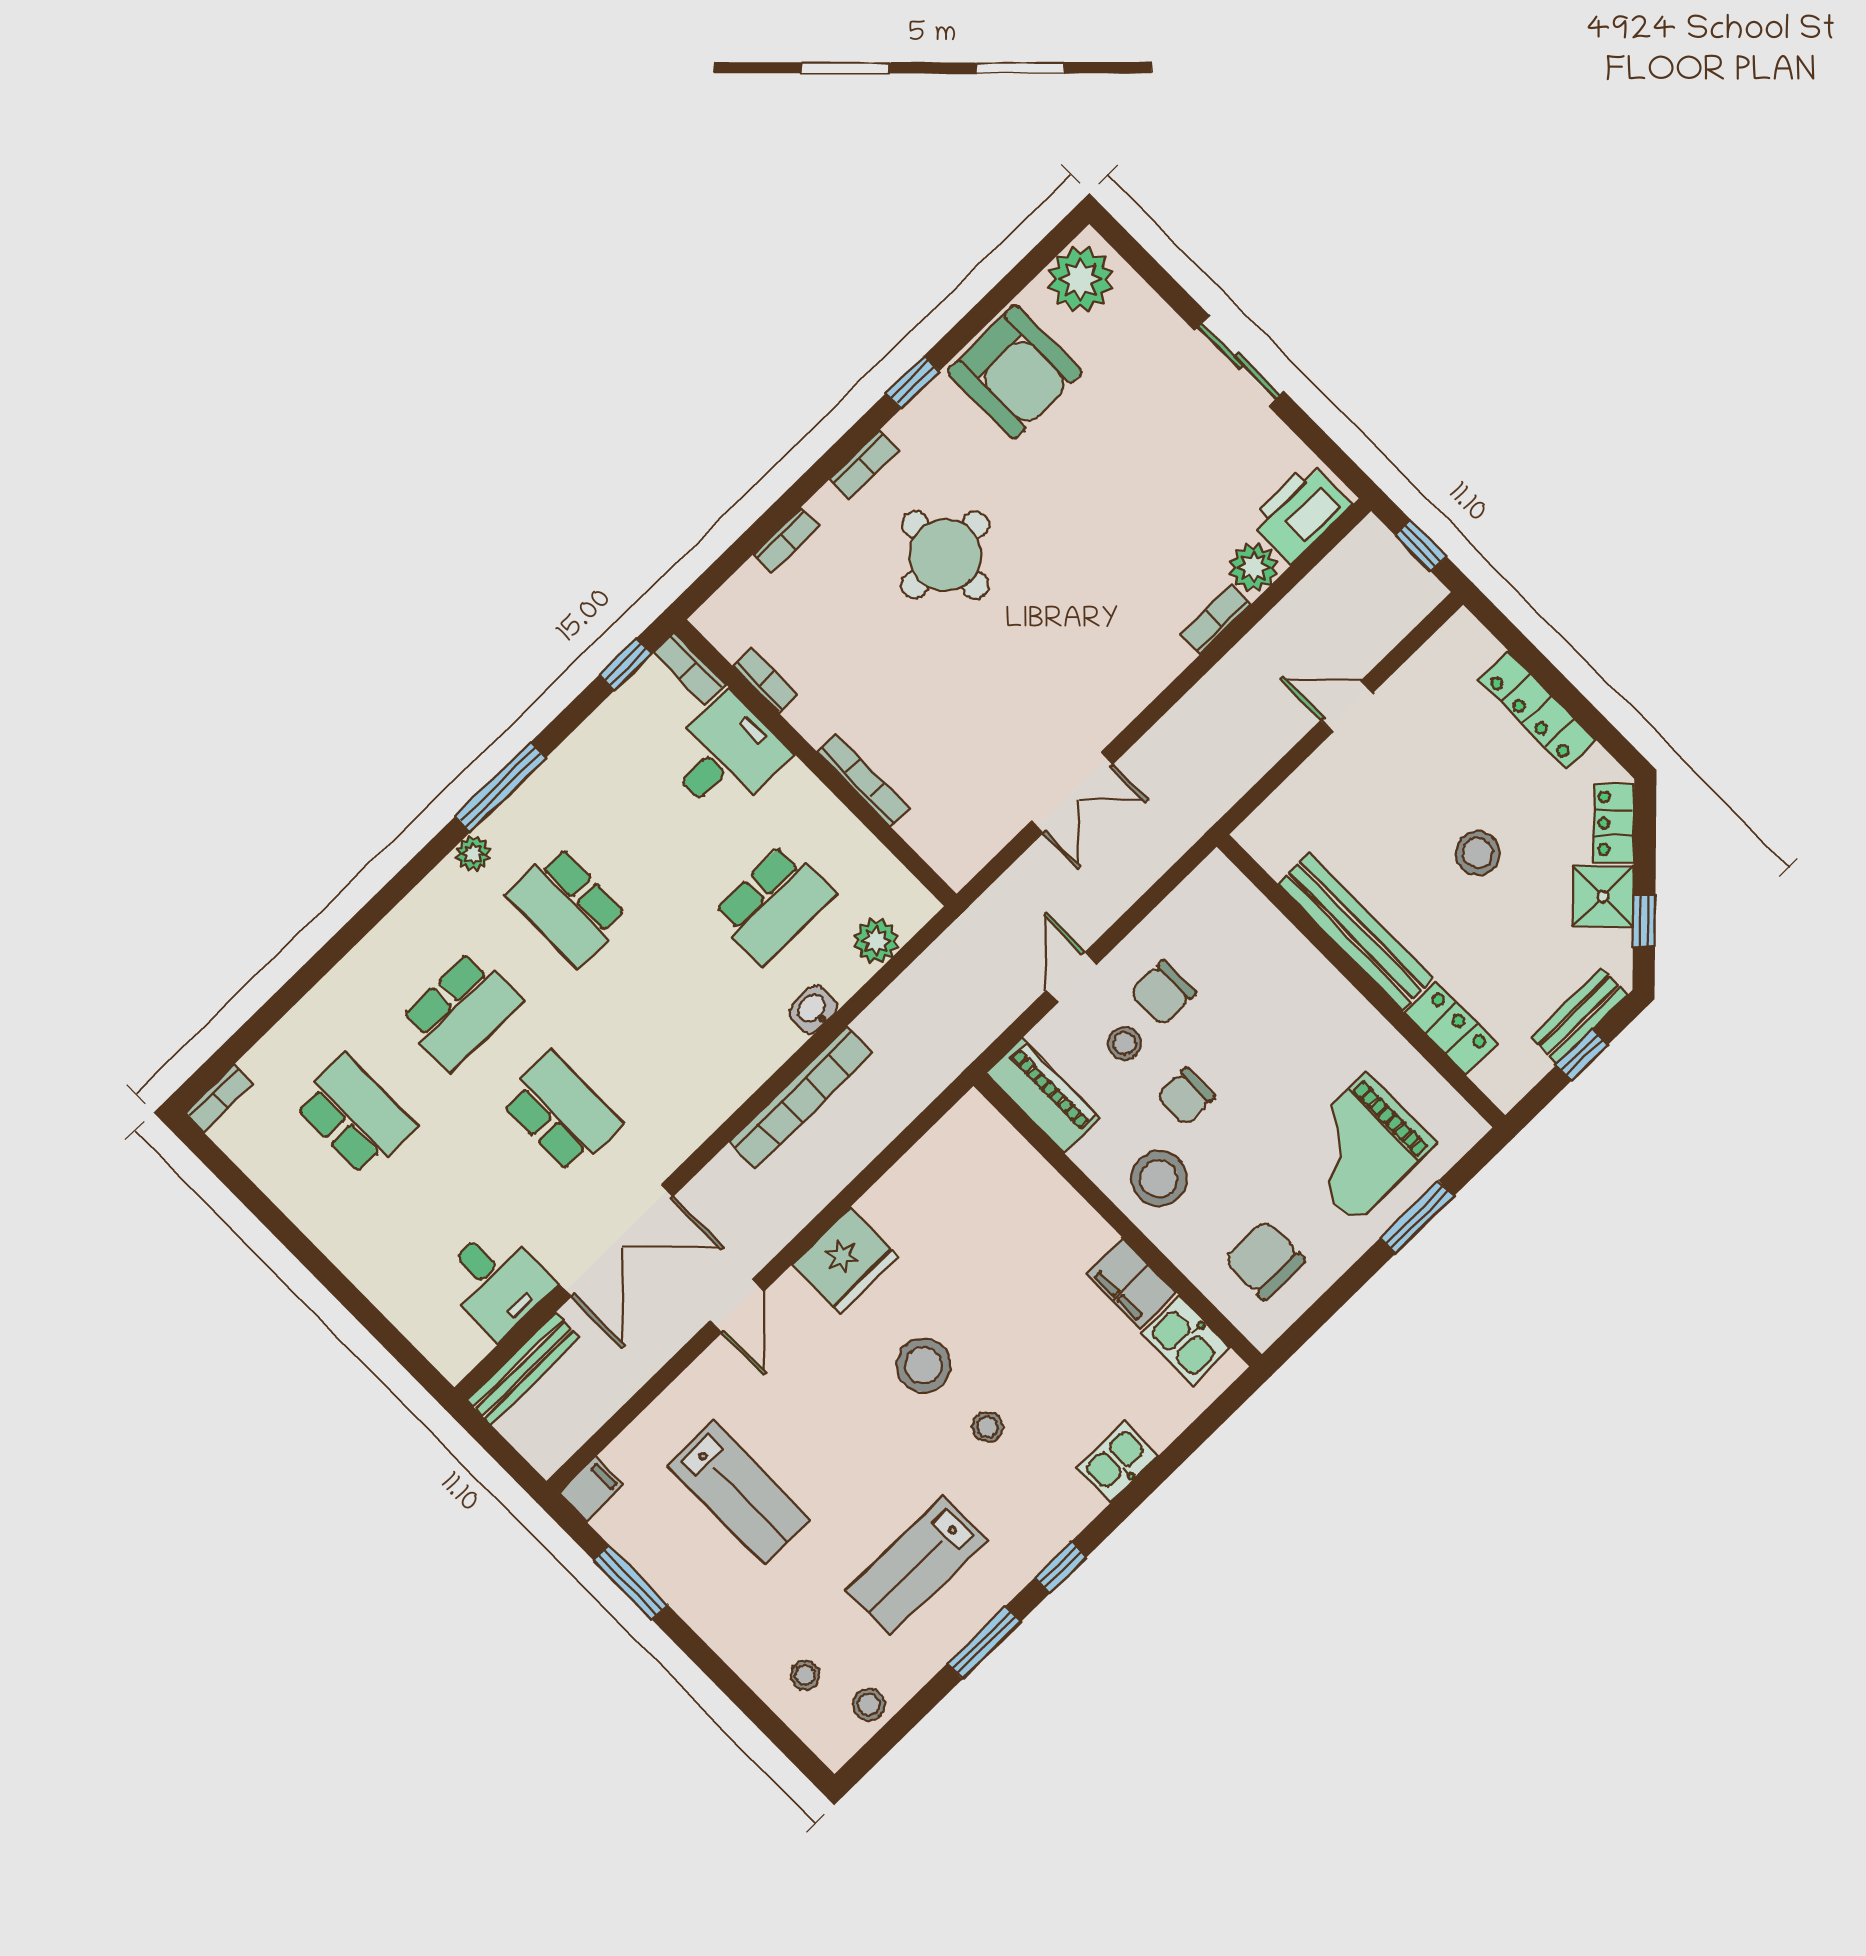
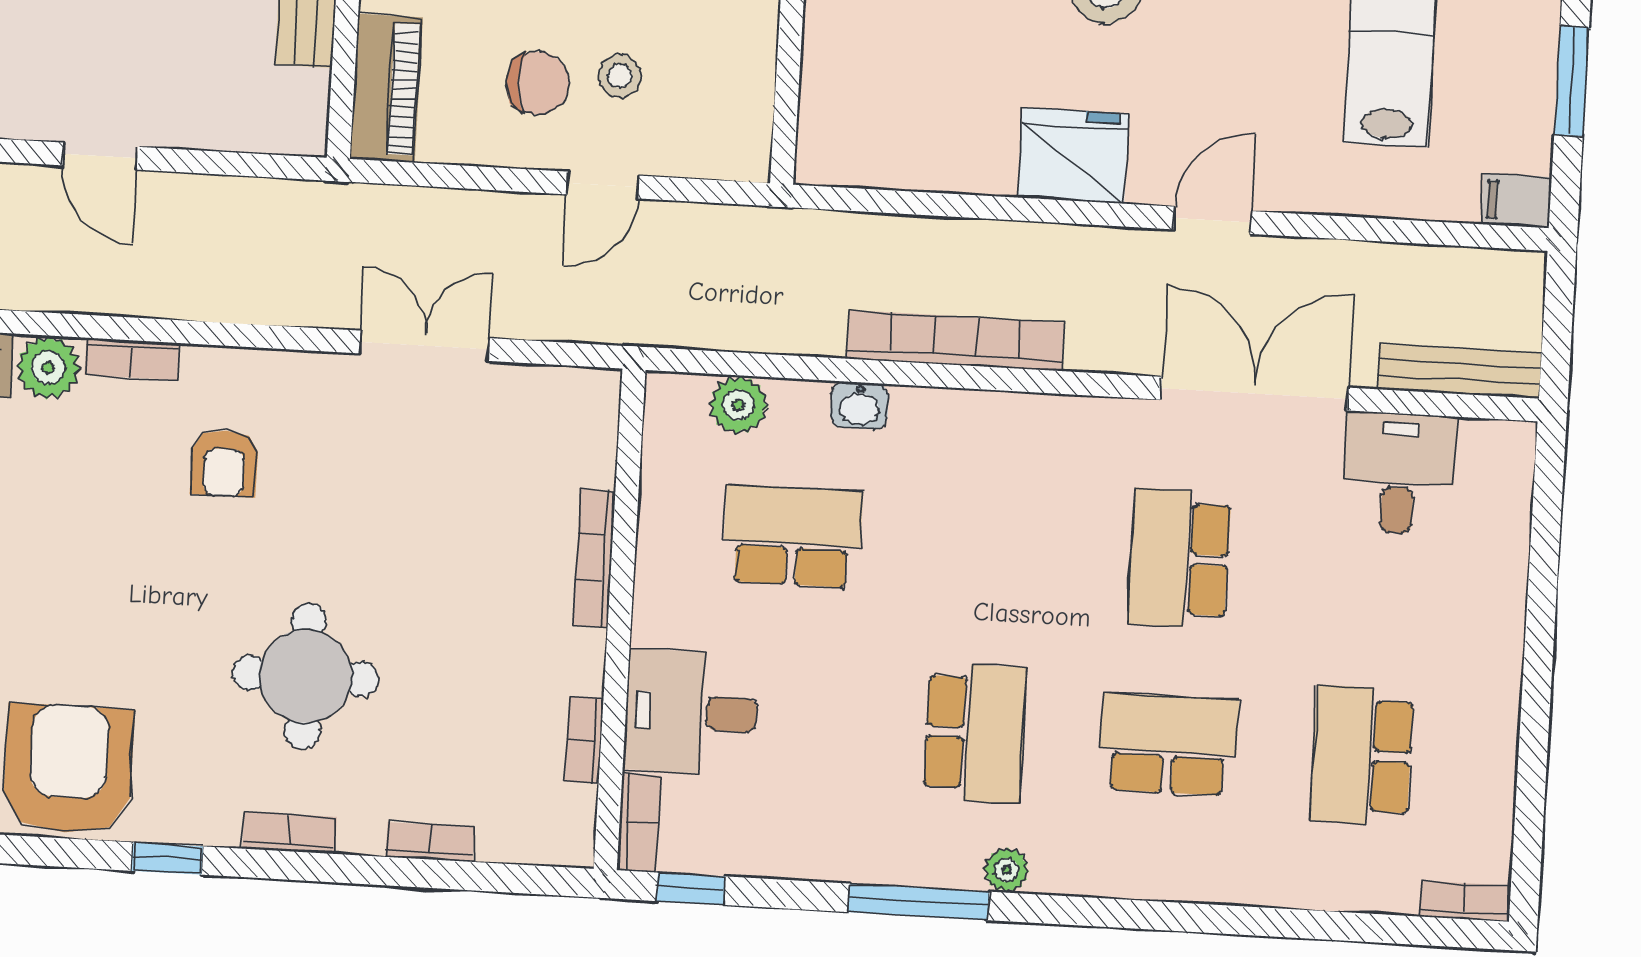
armchair: (1108, 618) -> (224, 463), added
piano: (1043, 1096) -> (386, 88), moved, turned 180

